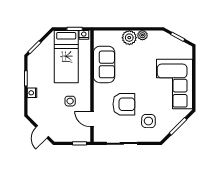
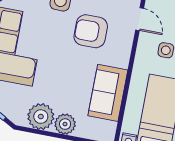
plant: (142, 35) -> (41, 117), width x1.87, depth x1.87

